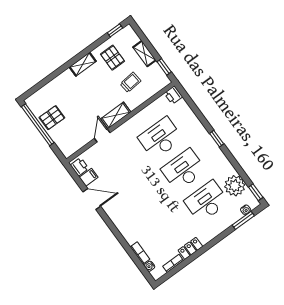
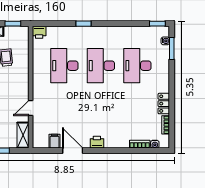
shelving: (116, 115) -> (23, 135), moved
door: (102, 136) -> (31, 108), hinge flipped
window: (217, 139) -> (83, 24), moved
printer: (80, 167) -> (97, 142), moved
plant: (235, 186) -> (141, 36), removed
door: (92, 199) -> (73, 151), hinge flipped

